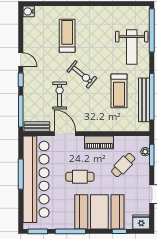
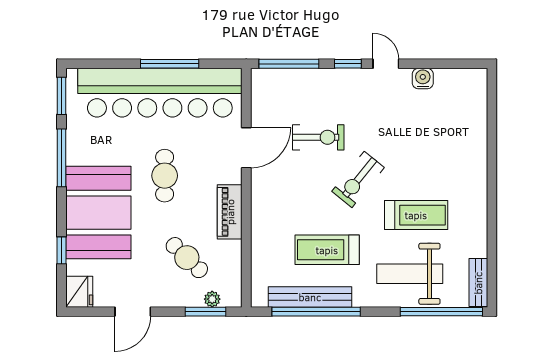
water cooler: (29, 11) -> (423, 79), moved
treadmill: (67, 36) -> (416, 215), moved
door: (21, 60) -> (386, 64), swing flipped
bench: (37, 126) -> (478, 283), moved

